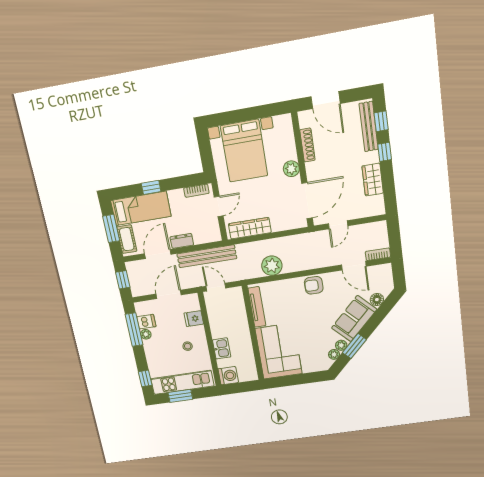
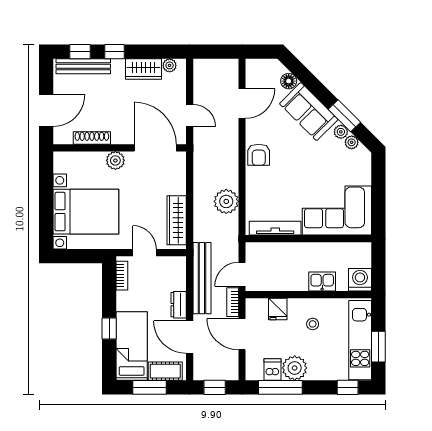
plant: (378, 201) -> (170, 65), added
bookcase: (378, 254) -> (233, 302), moved
plant: (146, 334) -> (295, 368), width x1.88, depth x1.88

